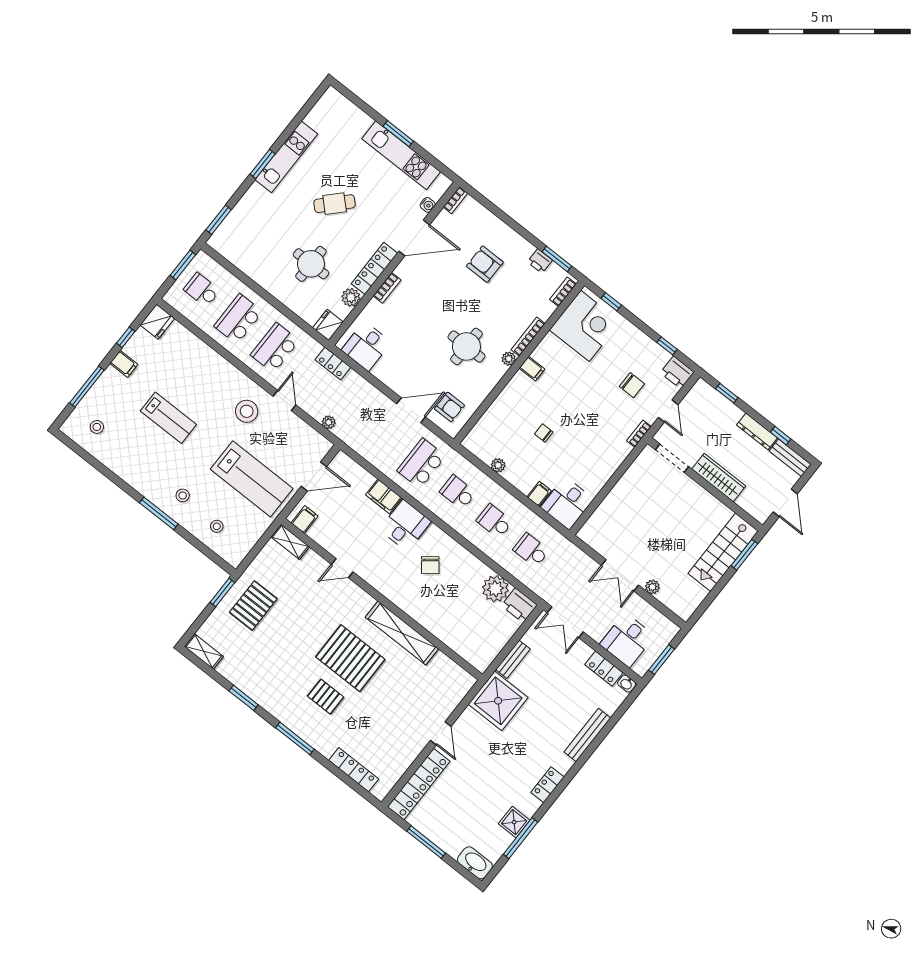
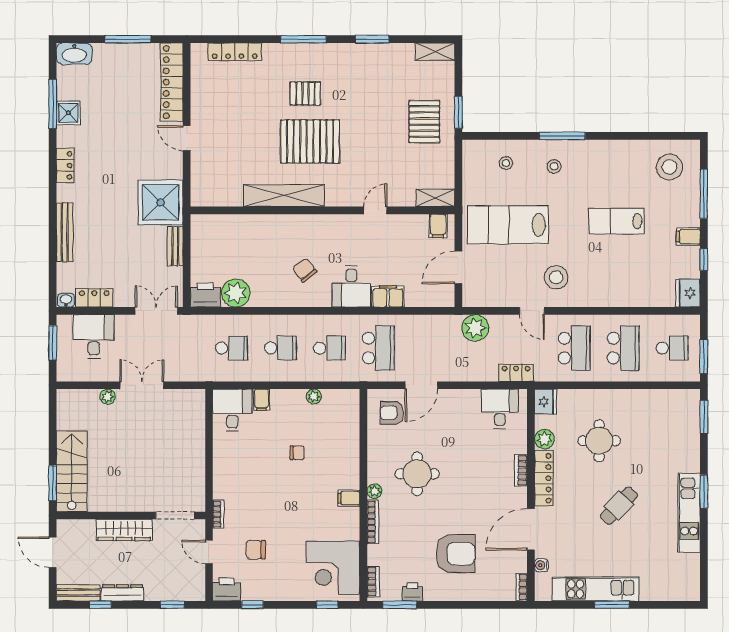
armchair: (485, 264) -> (456, 554), width x1.36, depth x1.36
plant: (329, 422) -> (475, 328), width x1.88, depth x1.88
stool: (97, 427) -> (669, 167), width x1.89, depth x1.89

